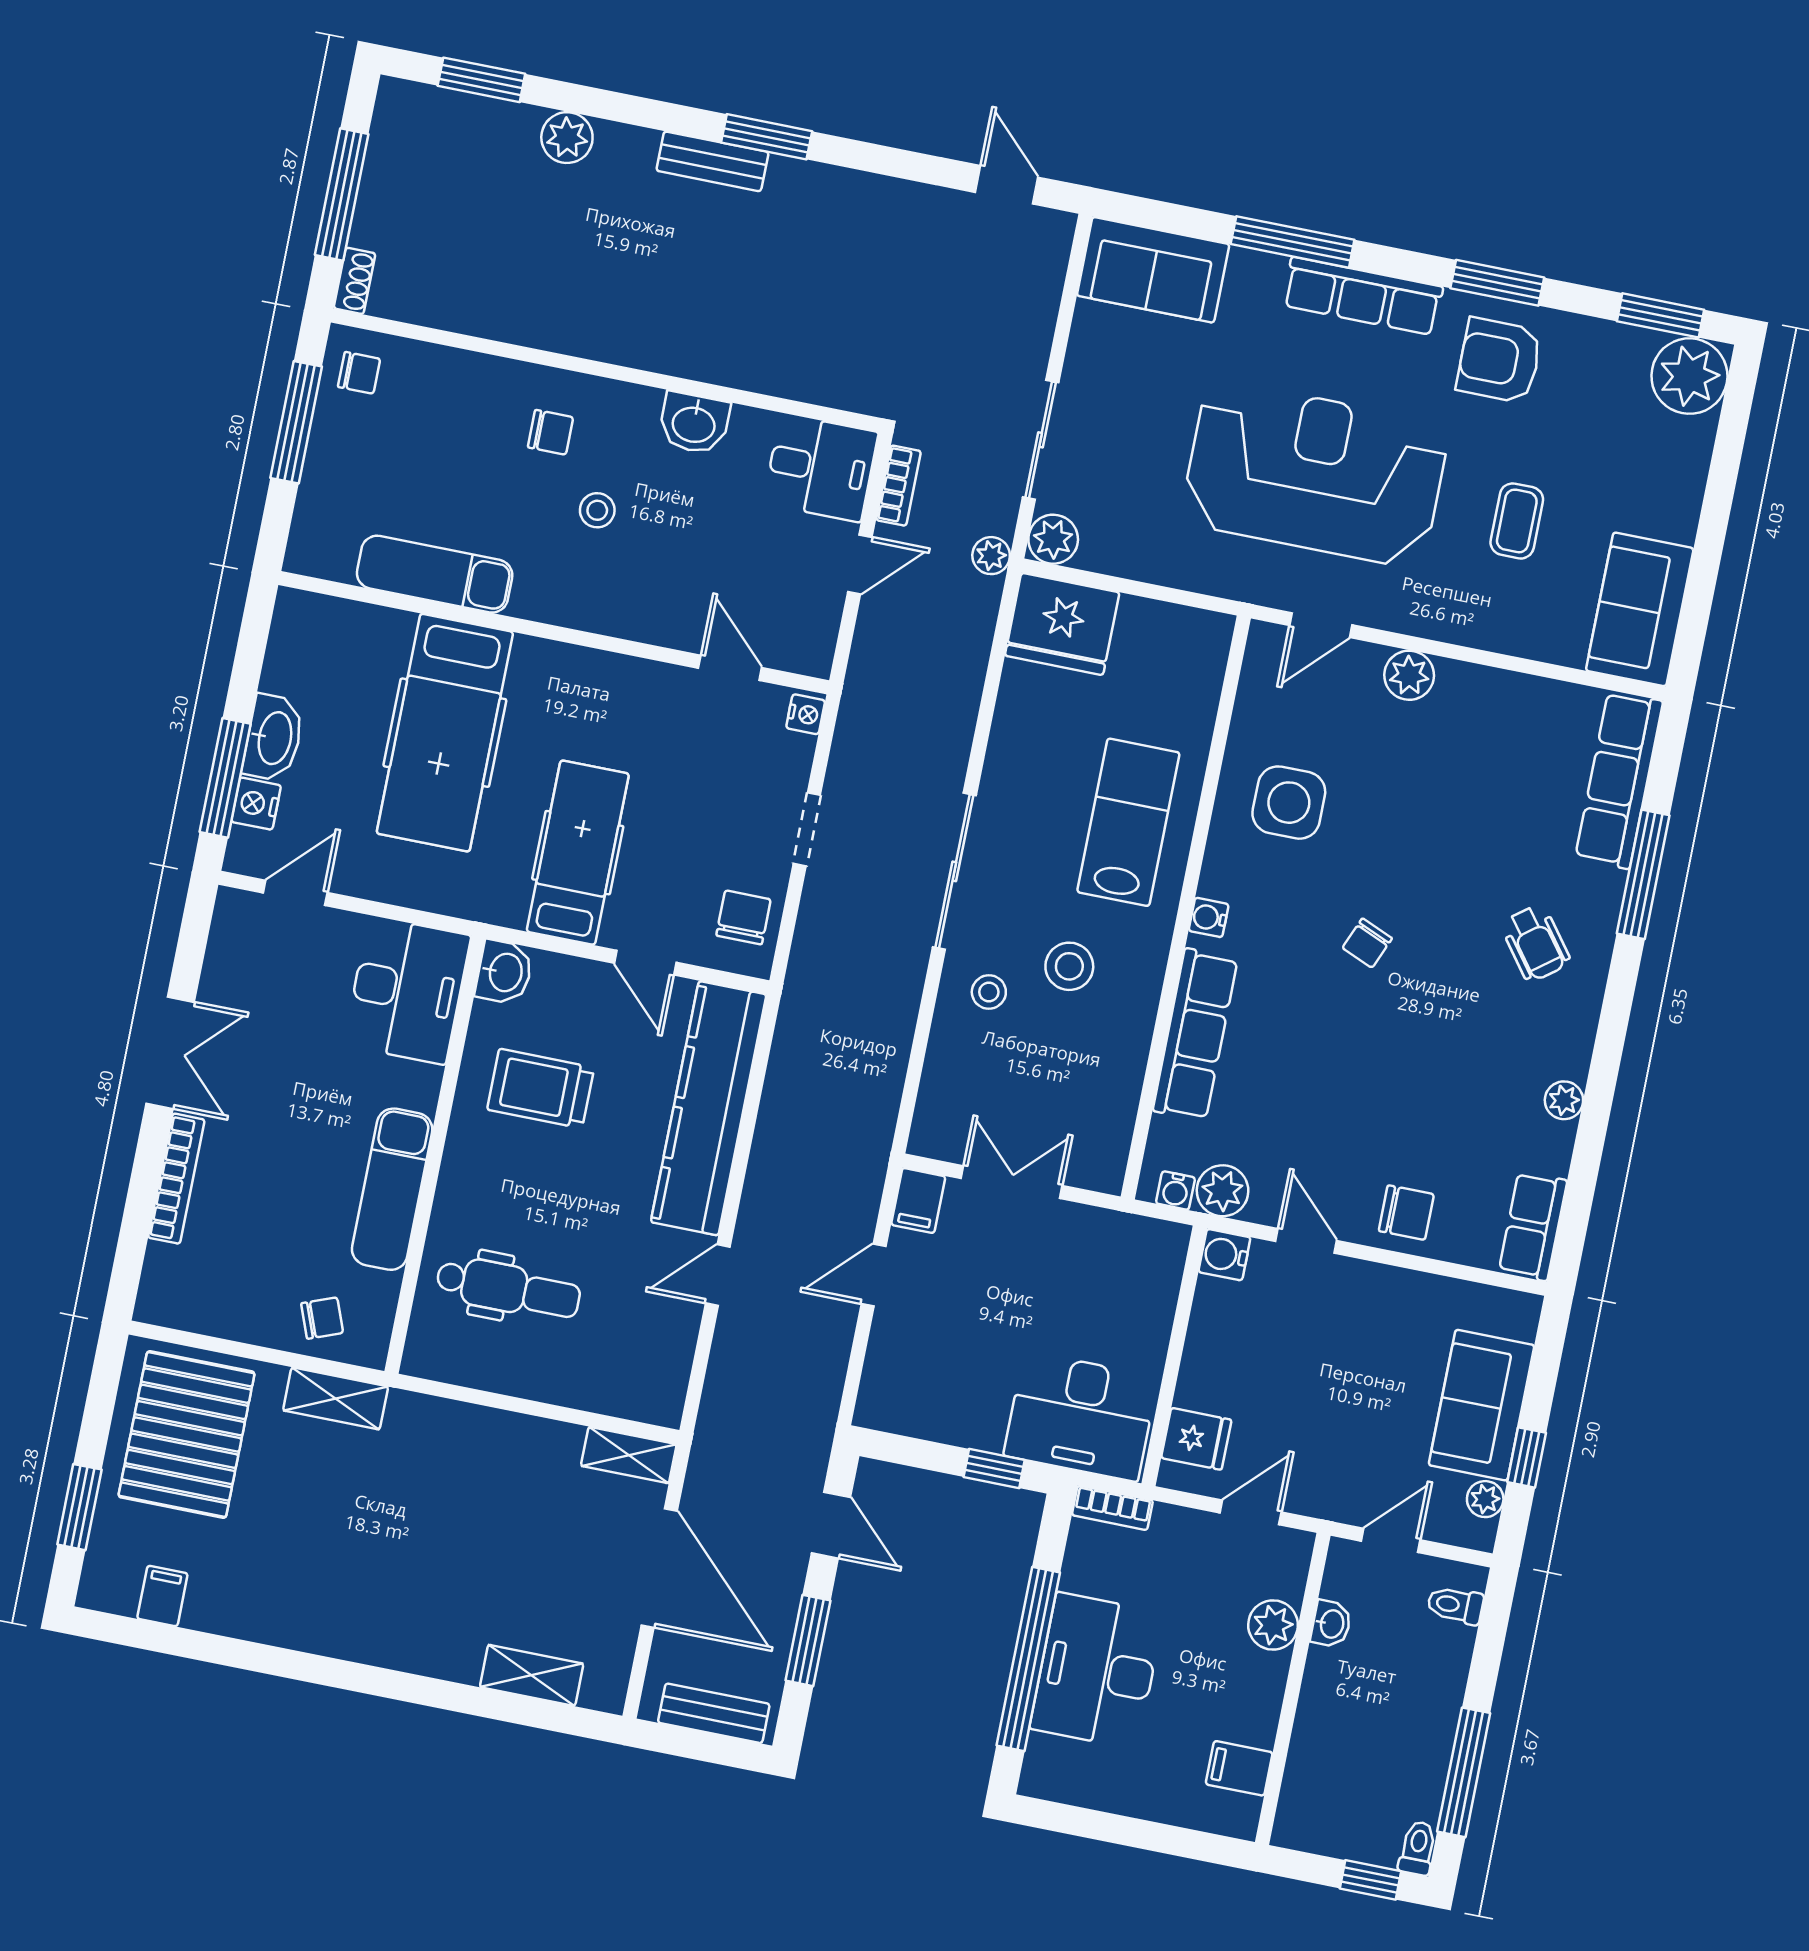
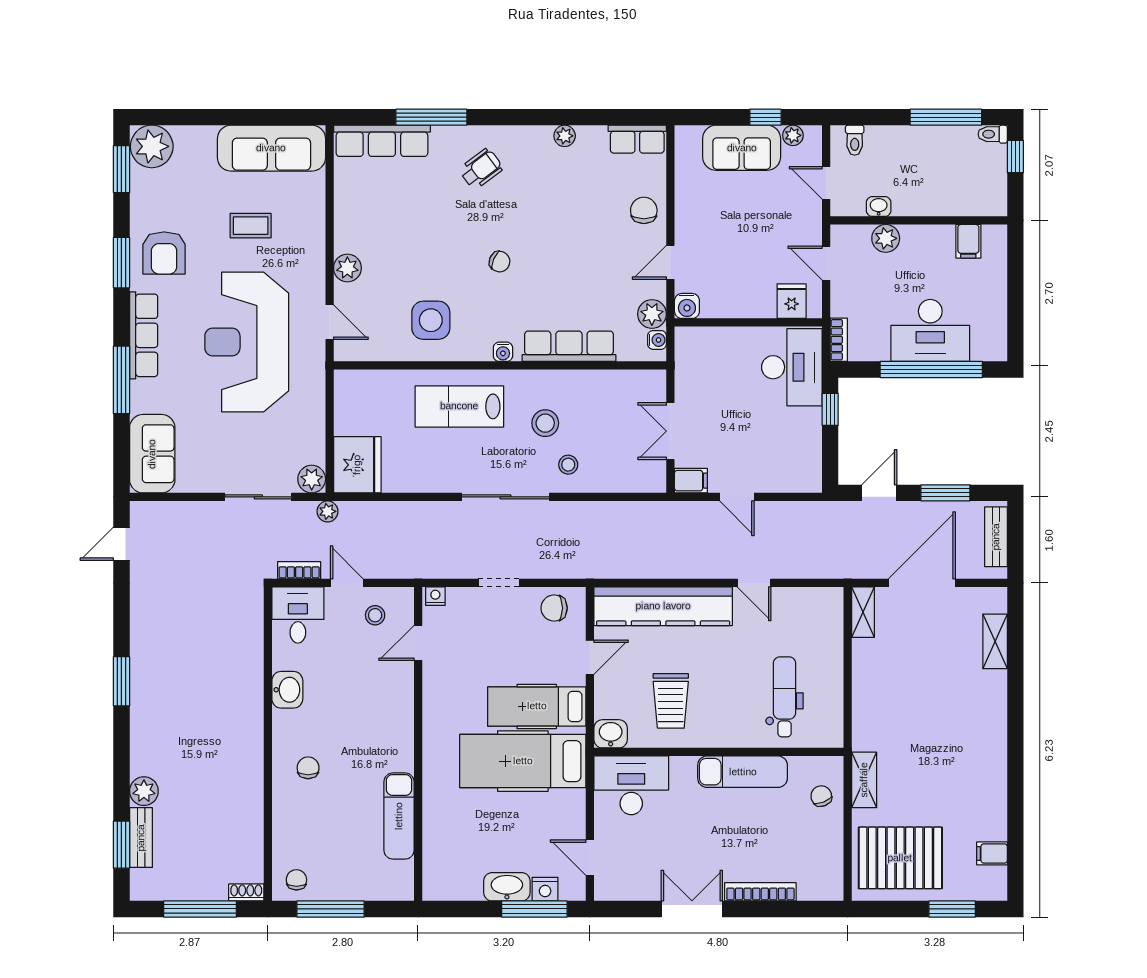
bench: (712, 161) -> (141, 838), moved
stool: (597, 510) -> (375, 615), moved
sofa: (1640, 609) -> (271, 148), width x1.36
hospital bed: (445, 733) -> (523, 761), moved, turned 180

